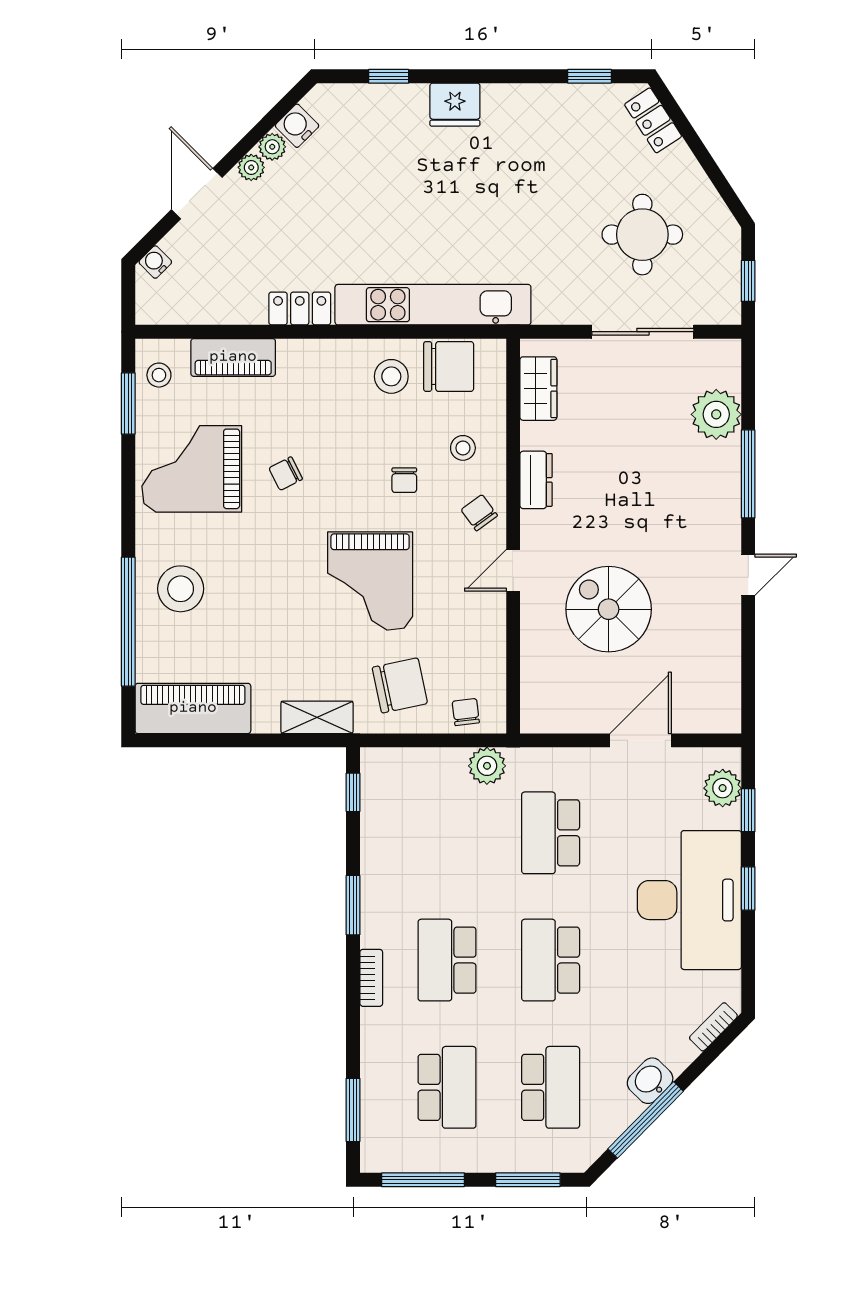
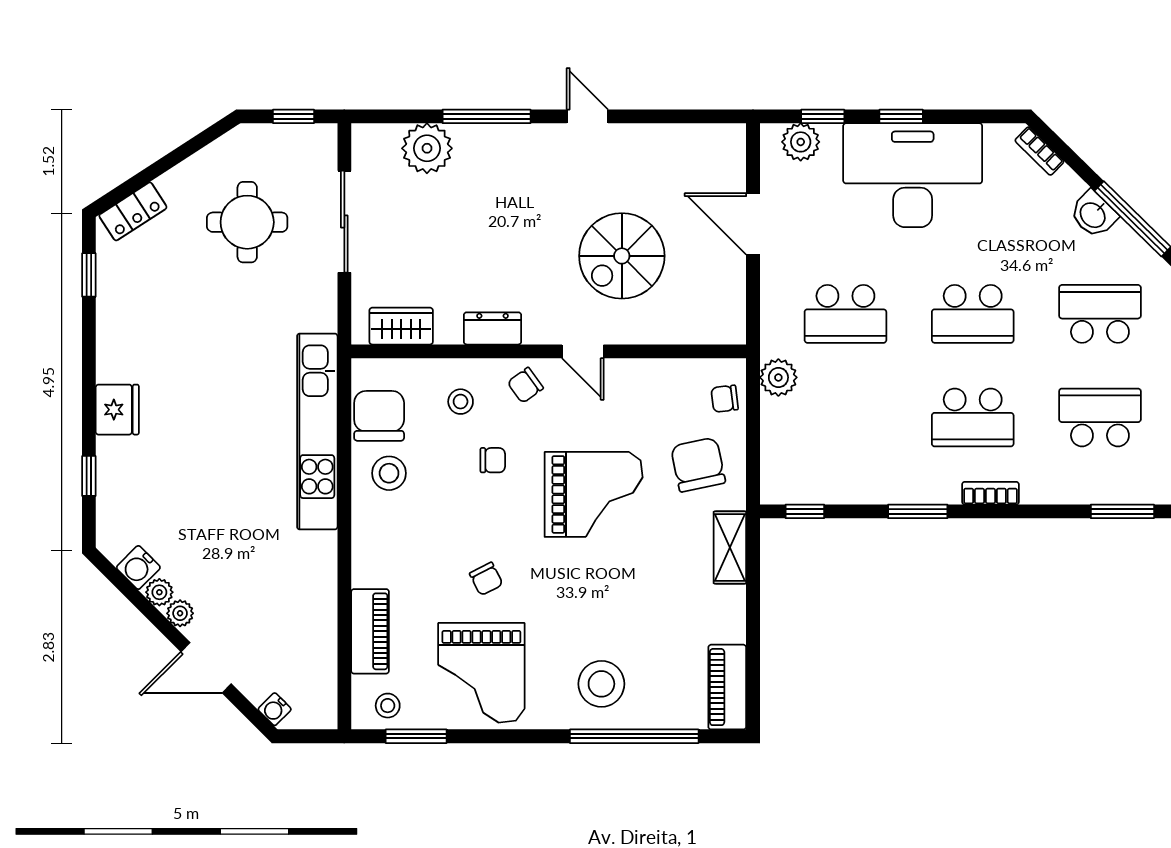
locker: (300, 308) -> (321, 565), removed
piano: (193, 708) -> (727, 687), width x0.73, depth x0.75

